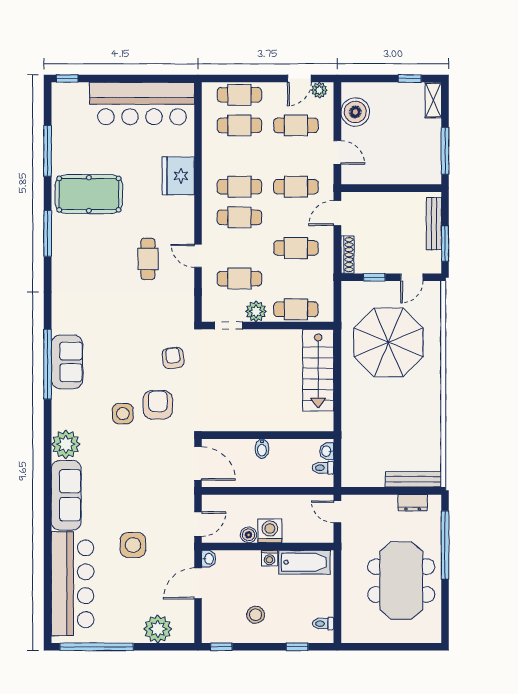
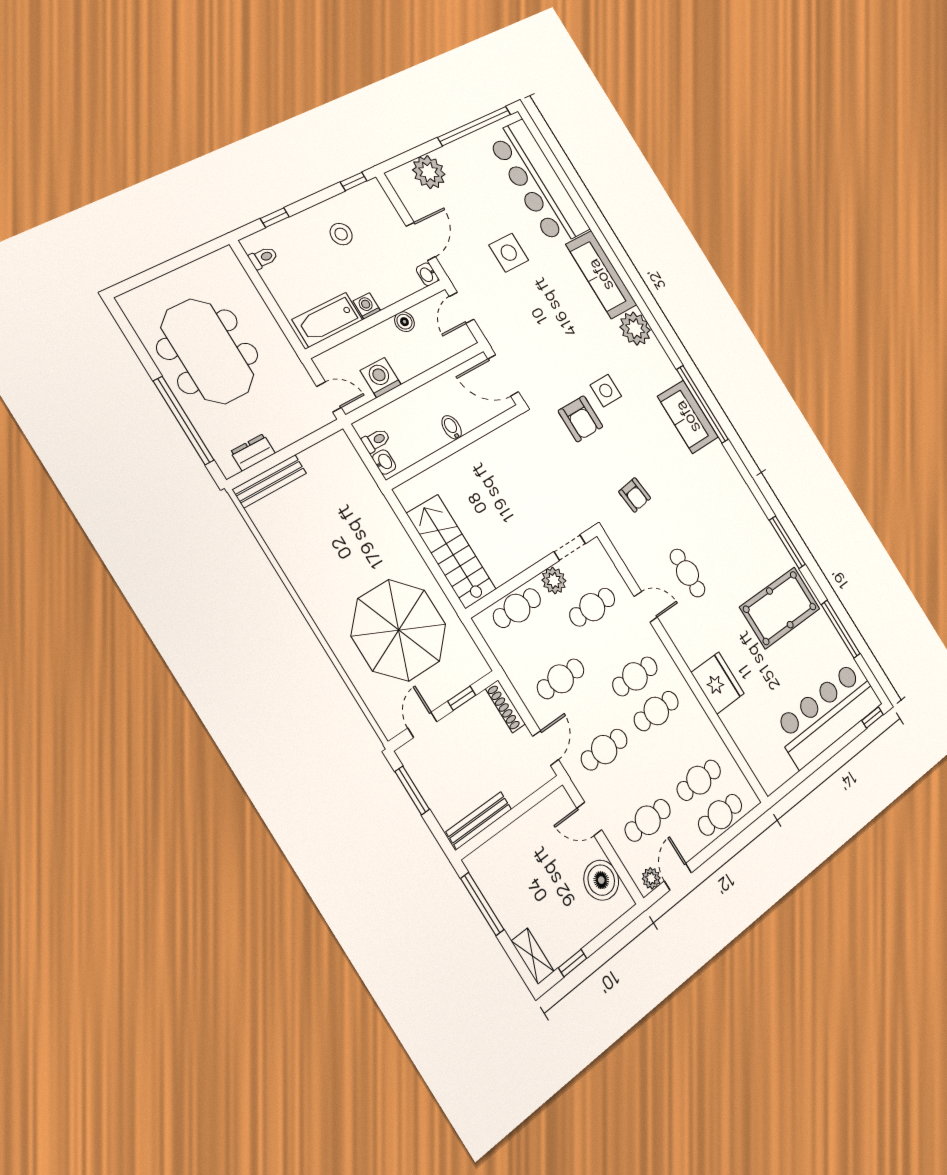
bar counter: (142, 104) -> (828, 714), moved
bench: (434, 224) -> (479, 820), moved, turned 90
armchair: (173, 358) -> (635, 495), moved
washing machine: (270, 531) -> (381, 378), moved, turned 180

